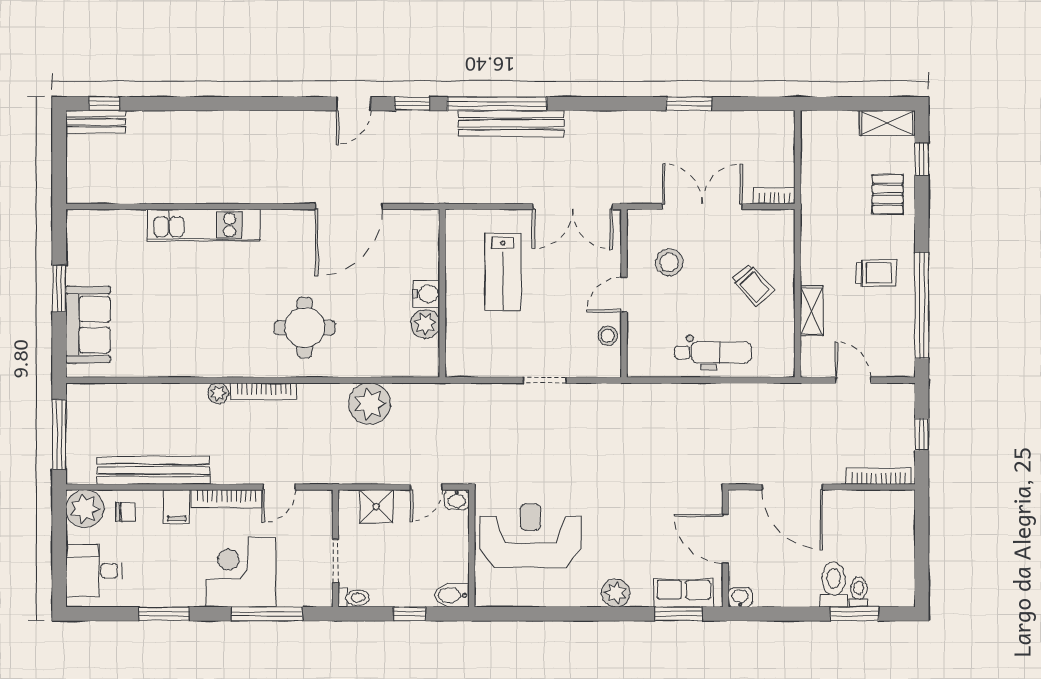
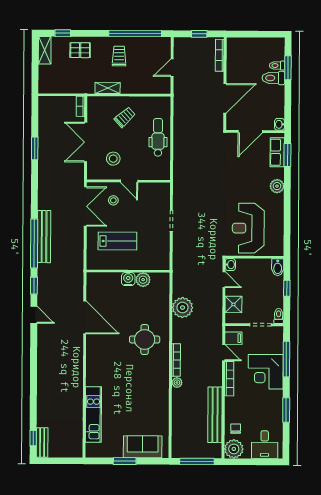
kitchen unit: (204, 225) -> (93, 414), moved
shelving: (812, 311) -> (108, 88), moved
stool: (608, 336) -> (113, 200), moved
filing cabinet: (177, 507) -> (233, 338), moved

